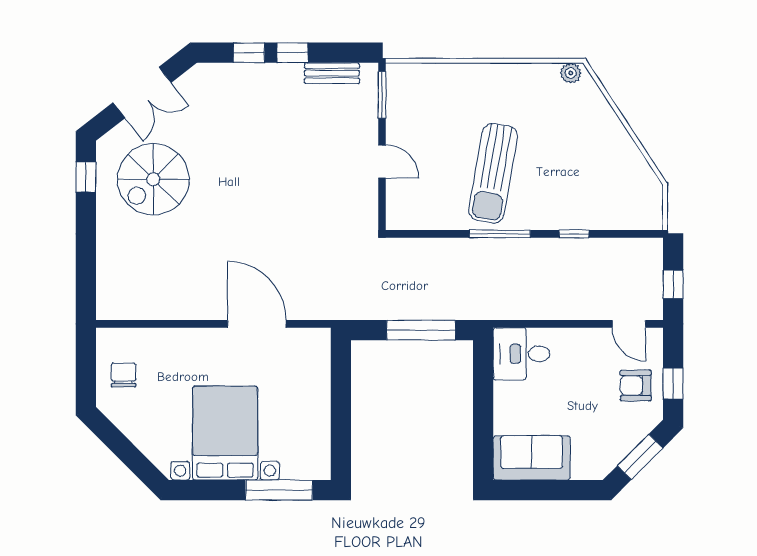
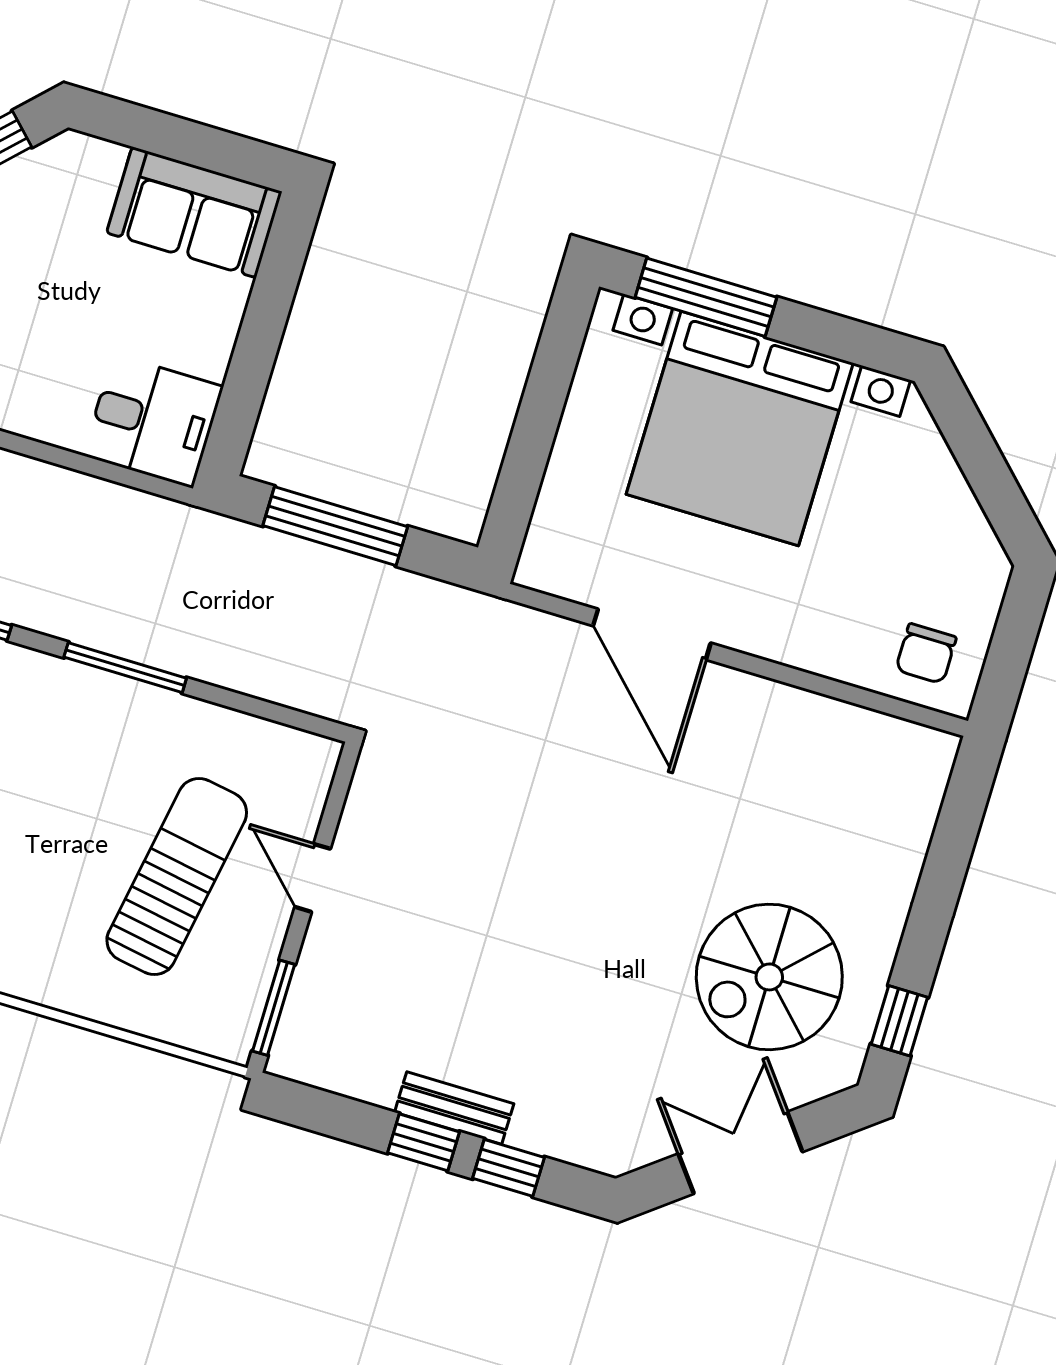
bench: (332, 73) -> (454, 1108), moved
sun lounger: (493, 173) -> (177, 877), moved
spiral stairs: (153, 179) -> (769, 977), turned 180
chair: (124, 375) -> (926, 654), moved
bed with nightstands: (225, 433) -> (740, 429), width x1.36

